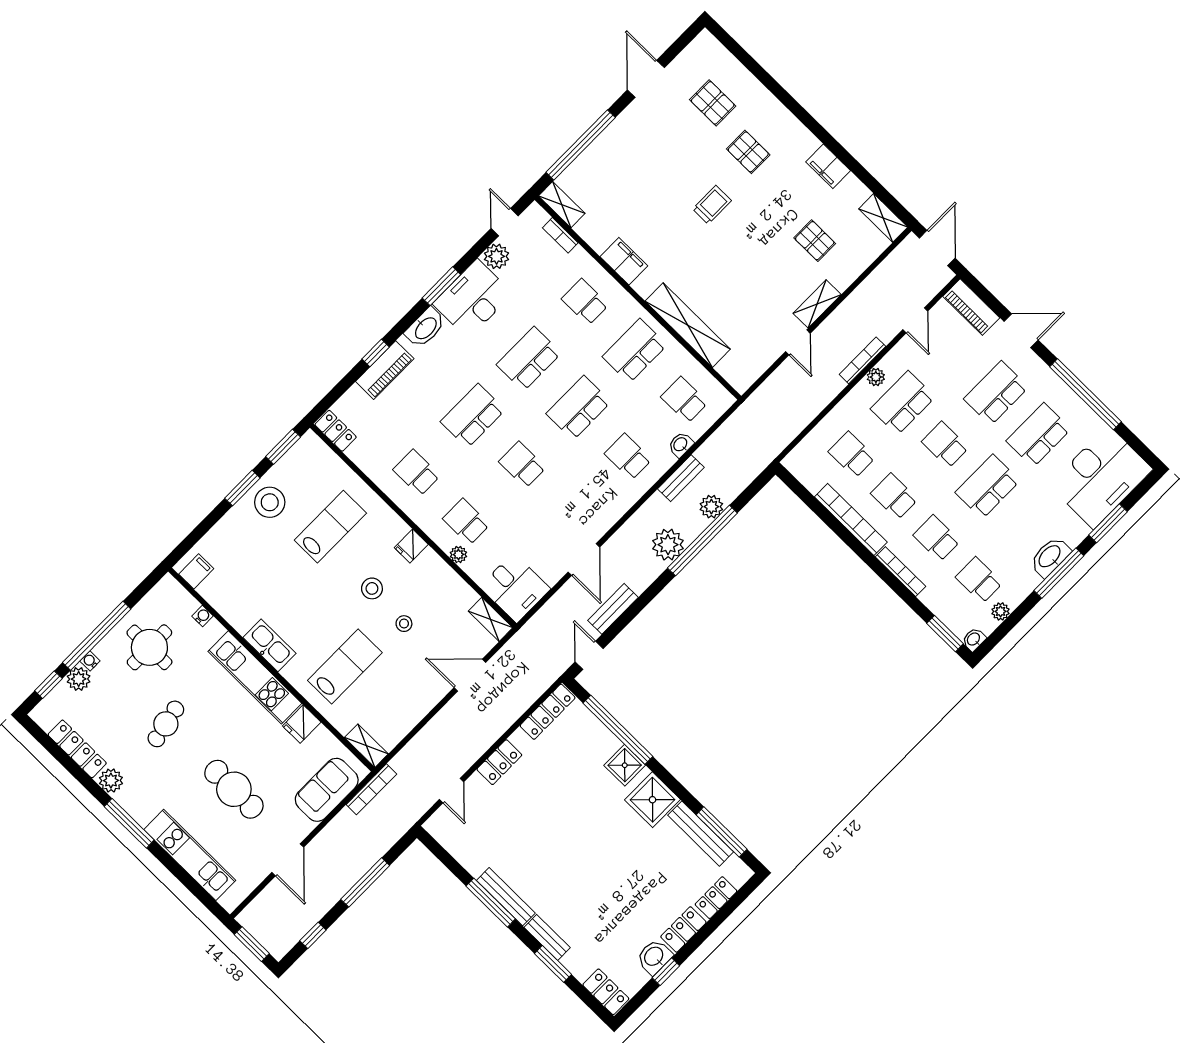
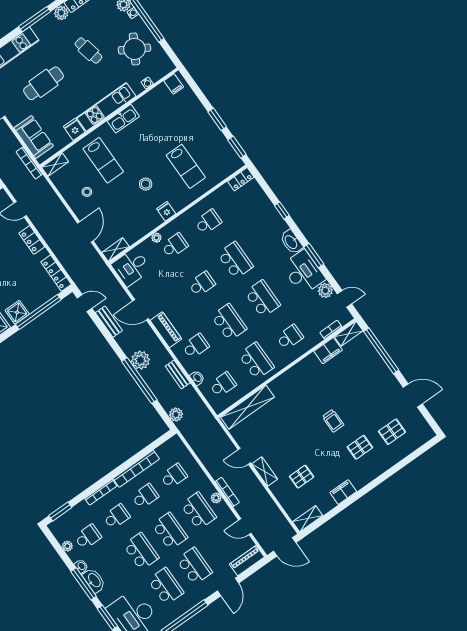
filing cabinet: (624, 261) -> (328, 351), moved
shelving: (688, 325) -> (248, 407), moved
piano: (385, 370) -> (166, 330), moved, turned 180
school desk: (945, 445) -> (170, 531), width x1.85
stool: (270, 502) -> (206, 134), removed
plant: (711, 507) -> (176, 415), moved
stool: (404, 624) -> (87, 192), moved
washbasin: (974, 639) -> (81, 566), moved
round table: (149, 647) -> (134, 49), turned 30

